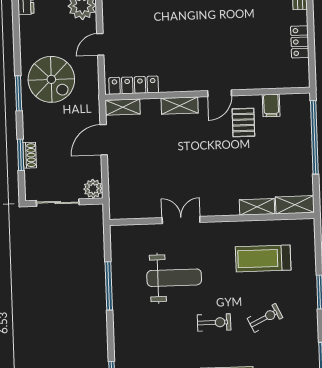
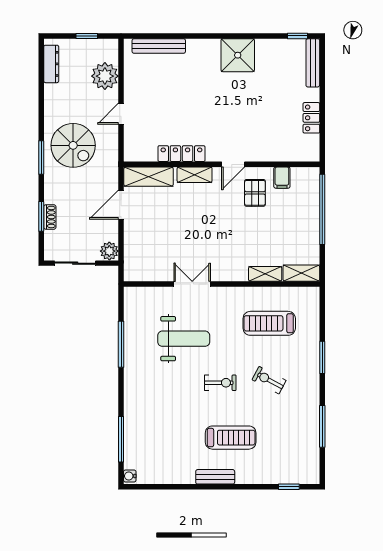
locker: (134, 85) -> (181, 154), moved
shelving: (123, 107) -> (149, 177), width x1.50, depth x1.33
exercise bike: (265, 318) -> (269, 380), turned -126

